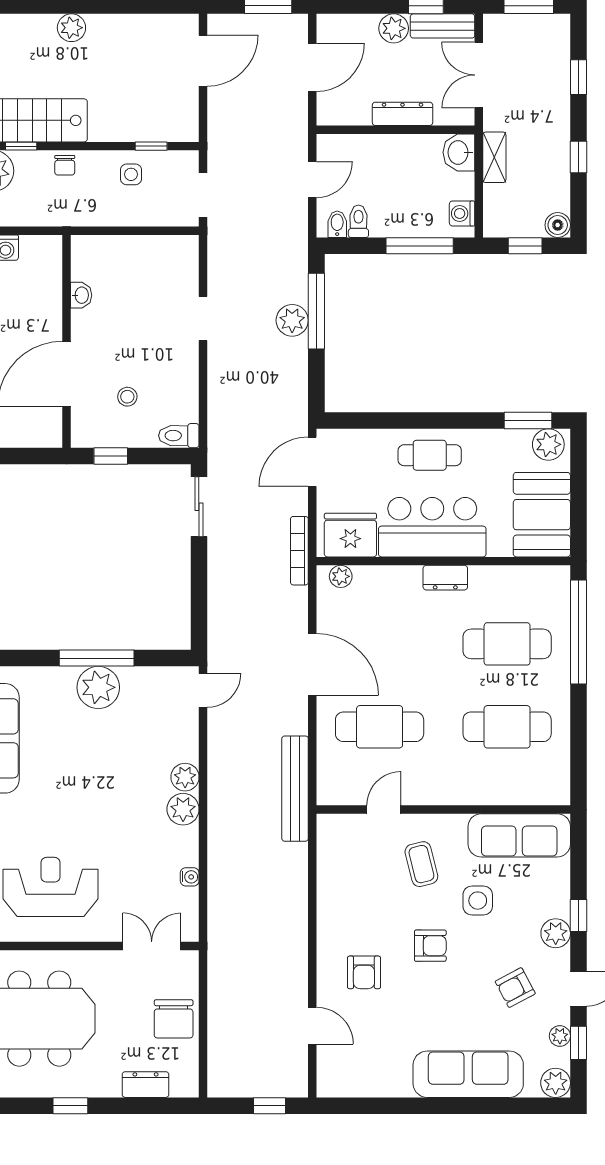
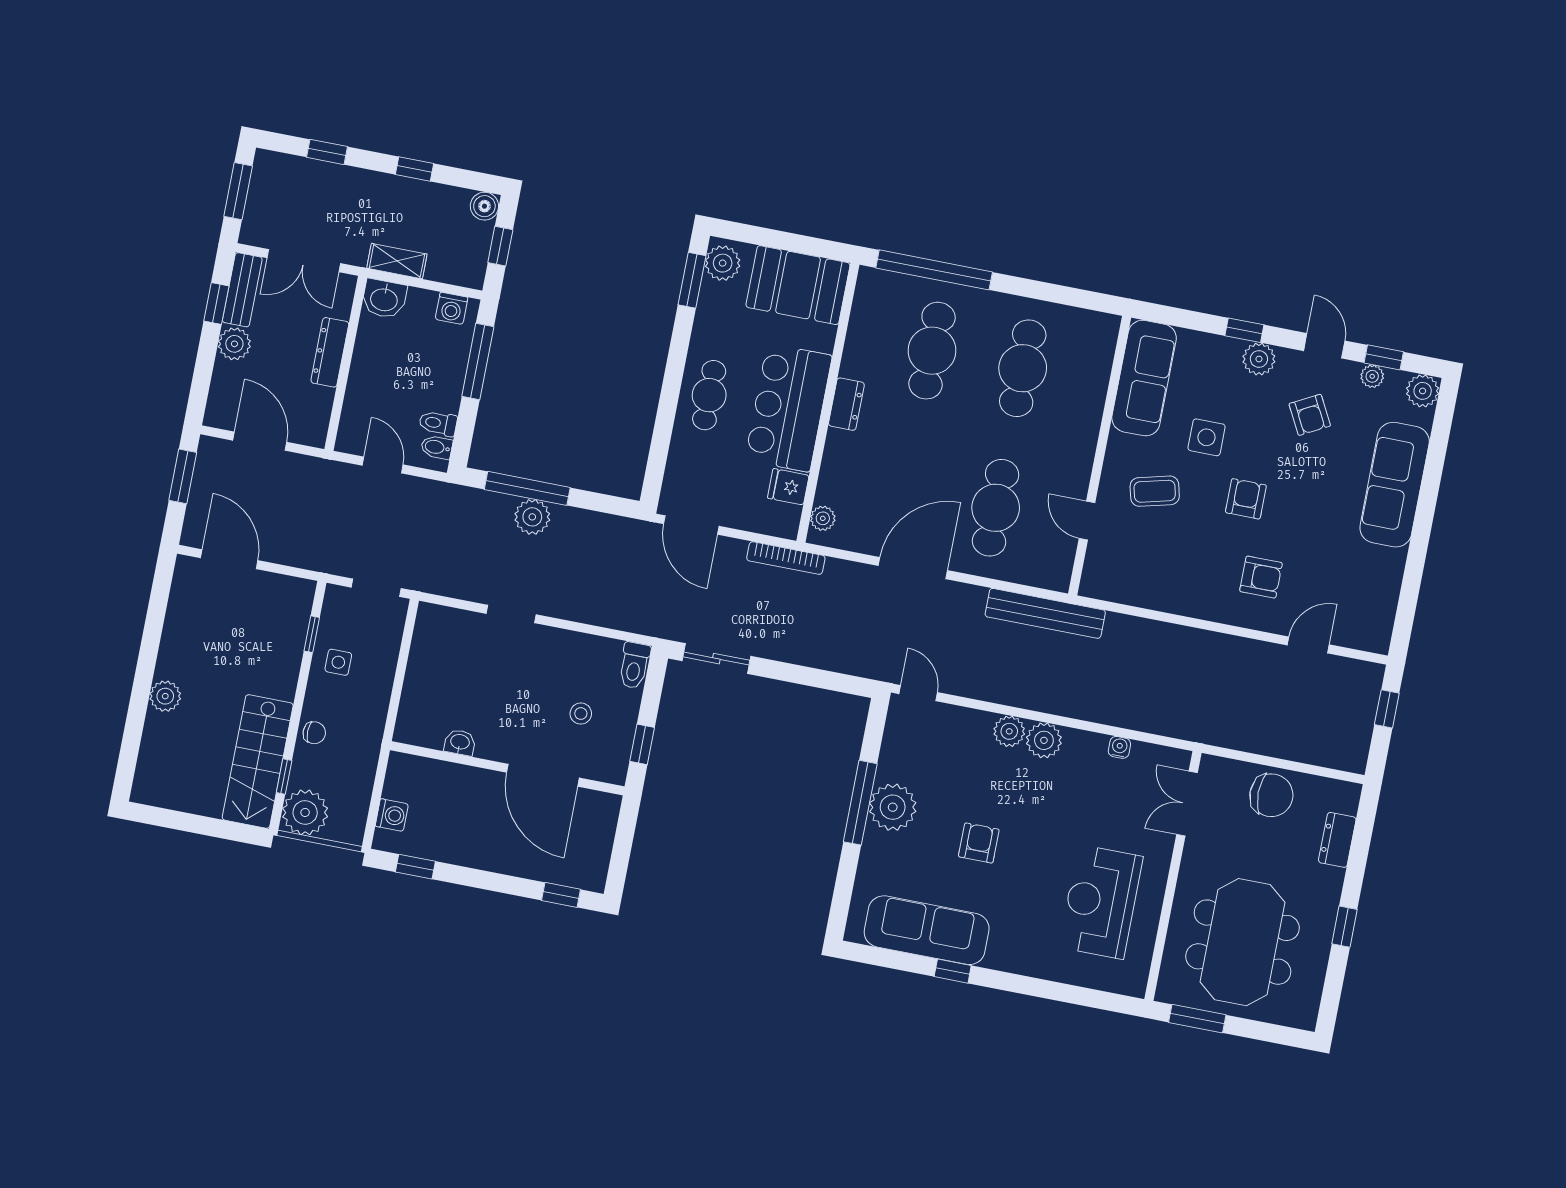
fridge: (350, 535) -> (788, 487), width x0.53, depth x0.75
armchair: (81, 769) -> (979, 843), added

